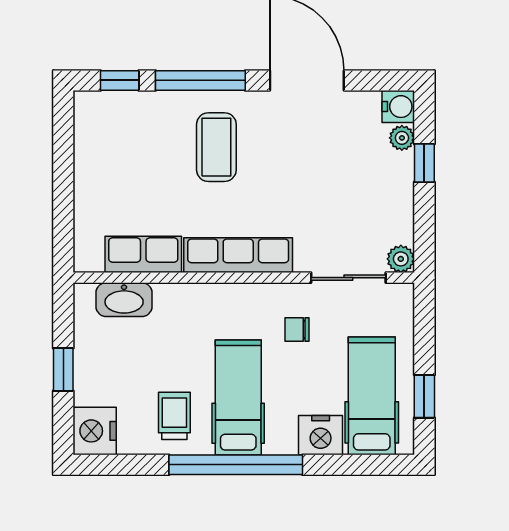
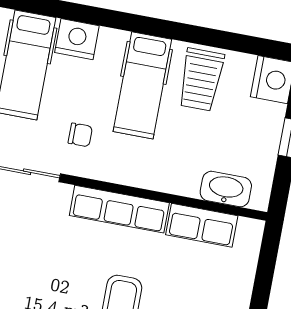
trolley: (174, 416) -> (201, 80), width x1.36, depth x1.39
window: (236, 465) -> (156, 27), removed

